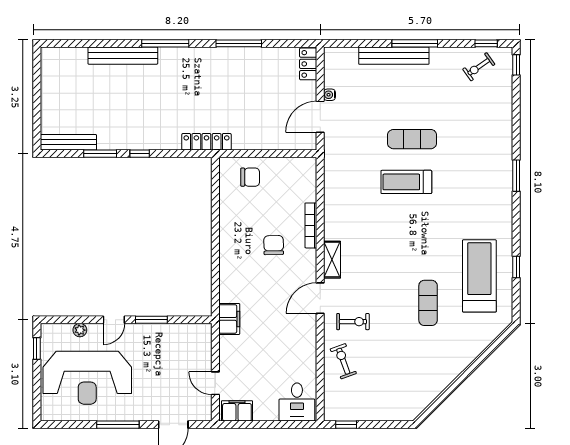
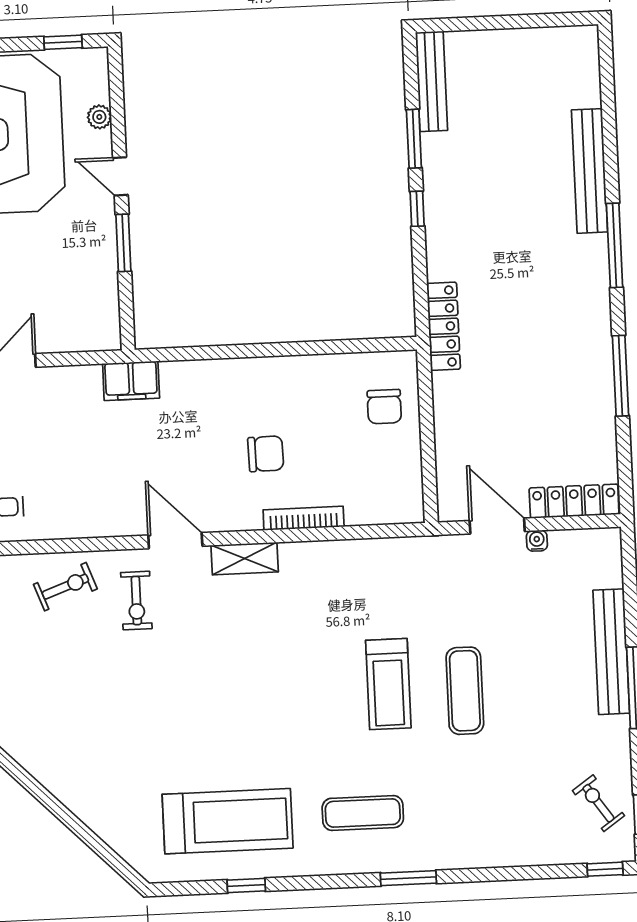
locker: (308, 64) -> (574, 501), width x1.53
treadmill: (406, 182) -> (388, 684), turned 180
exercise mat: (428, 303) -> (363, 813), moved

